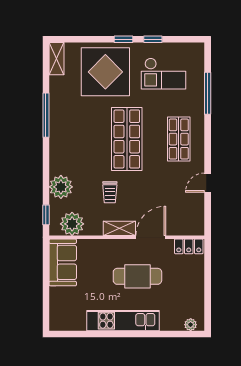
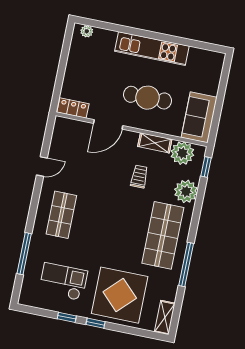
shop shelf: (127, 139) -> (163, 235), moved
shelving: (119, 228) -> (155, 143), moved
cafe table: (137, 276) -> (147, 98), moved

